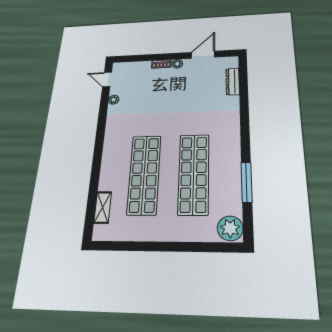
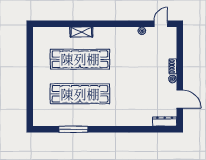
dresser: (233, 82) -> (165, 121), moved
shelving: (103, 207) -> (81, 32), moved
plant: (230, 228) -> (42, 118), removed

